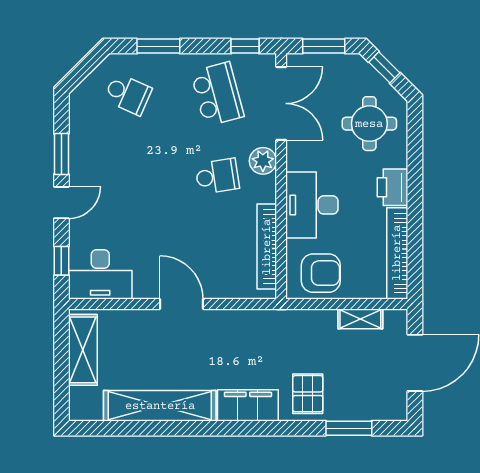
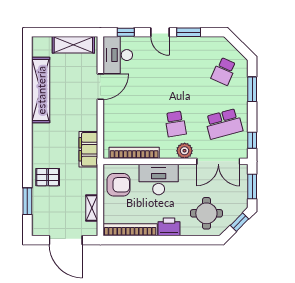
armchair: (321, 273) -> (119, 185), turned -90
door: (181, 304) -> (100, 87), moved
filing cabinet: (248, 405) -> (88, 149), moved, turned 180

